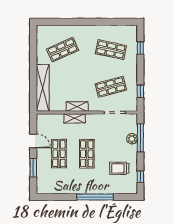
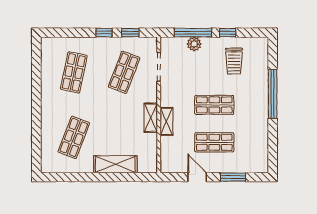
window: (140, 48) -> (104, 33), moved
shop shelf: (63, 50) -> (74, 137), turned 45
shop shelf: (111, 87) -> (124, 72), turned 36
shelving: (43, 88) -> (115, 164), width x0.68
door: (33, 141) -> (197, 177), hinge flipped
window: (140, 177) -> (228, 33), moved

